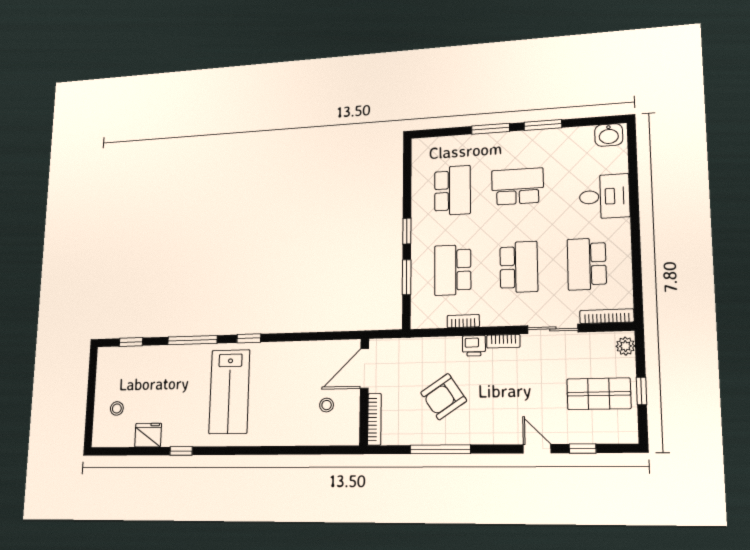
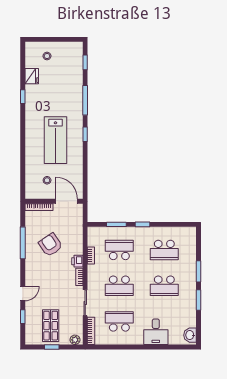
school desk: (518, 186) -> (164, 286), turned 90
lab bench: (229, 392) -> (55, 140), moved, turned -90

